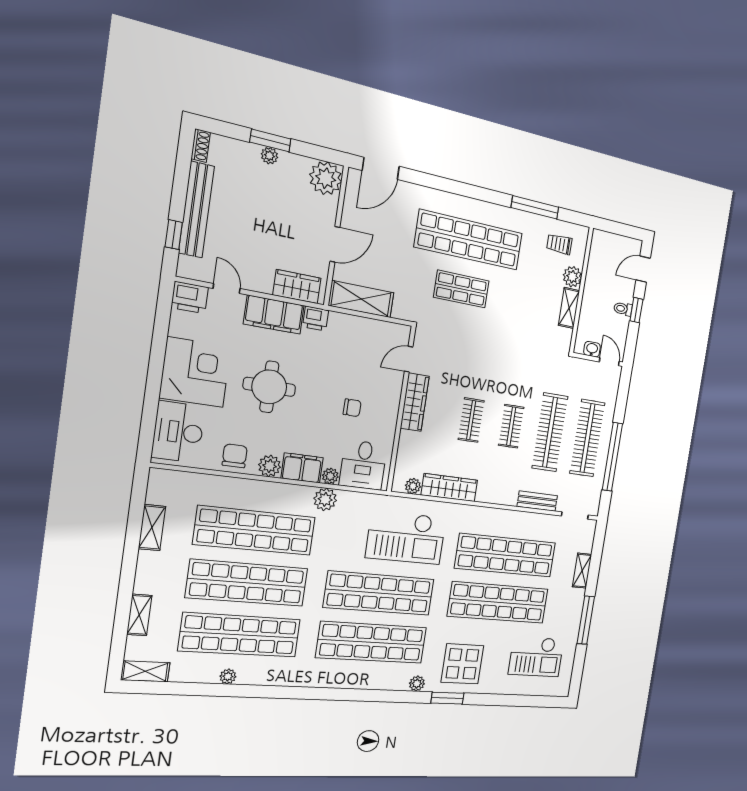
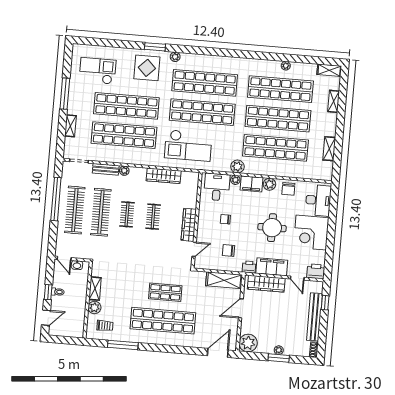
wardrobe: (297, 287) -> (266, 284), width x1.50
chair: (350, 352) -> (229, 250), added
plant: (413, 486) -> (124, 171), moved
checkout: (406, 537) -> (188, 145), turned 180

